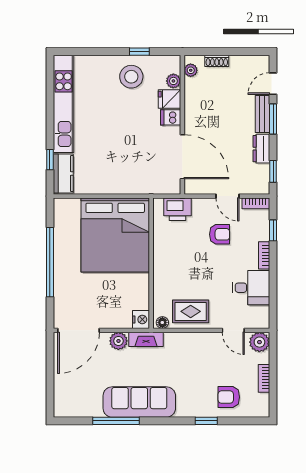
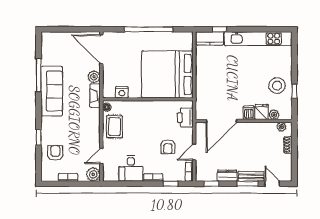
nightstand: (141, 319) -> (122, 92), moved

